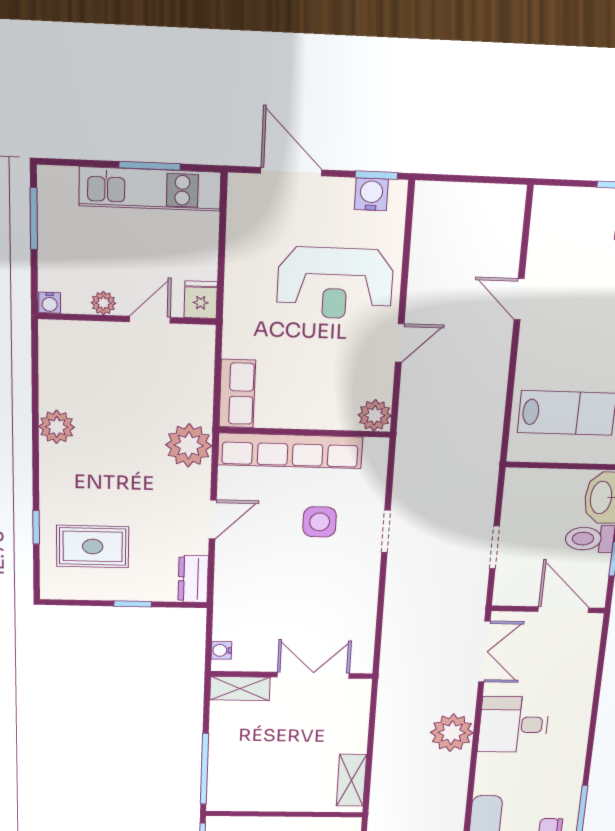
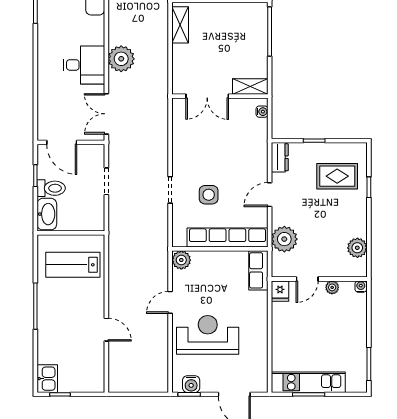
fridge: (201, 300) -> (280, 291), moved
water cooler: (50, 303) -> (361, 287), moved
plant: (103, 303) -> (332, 287), moved
wall: (127, 319) -> (319, 279), moved
door: (150, 320) -> (307, 279), moved

